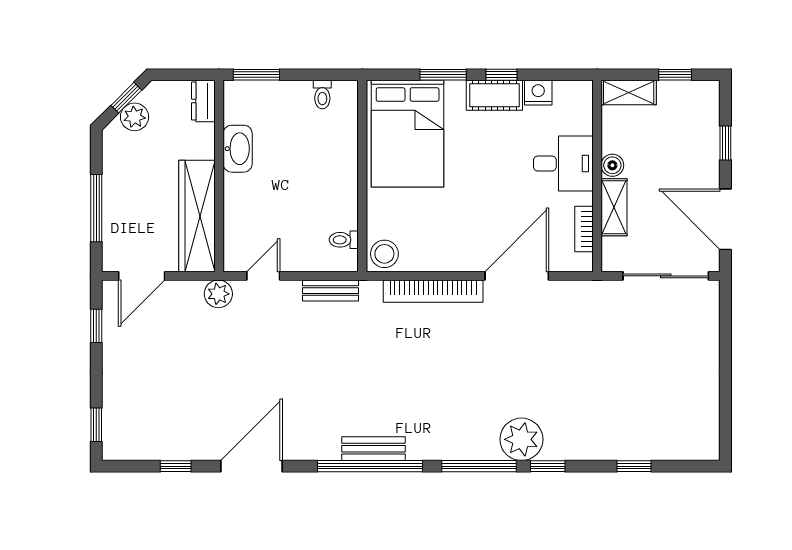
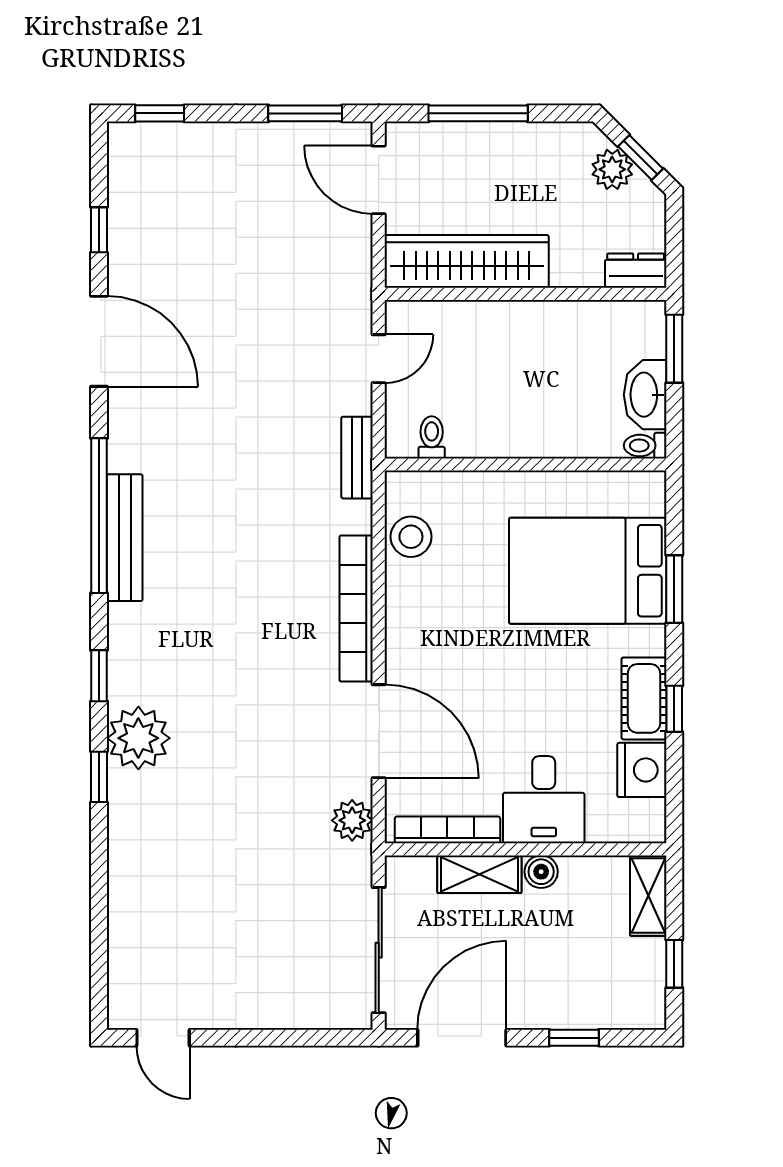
window: (443, 75) -> (674, 589), moved
nightstand: (538, 93) -> (642, 770), width x1.36, depth x1.33
washbasin: (238, 149) -> (645, 395), moved, turned 90
wall: (362, 176) -> (525, 464), moved
bookcase: (584, 229) -> (447, 830), width x1.56
toilet: (344, 240) -> (432, 437), moved
door: (263, 276) -> (379, 359), hinge flipped
plant: (218, 294) -> (352, 820), moved
window: (96, 326) -> (305, 113), width x1.50
door: (725, 423) -> (163, 1038), added
bench: (374, 449) -> (125, 538), width x1.36
window: (479, 466) -> (99, 676), width x0.46
window: (634, 466) -> (99, 903), removed

